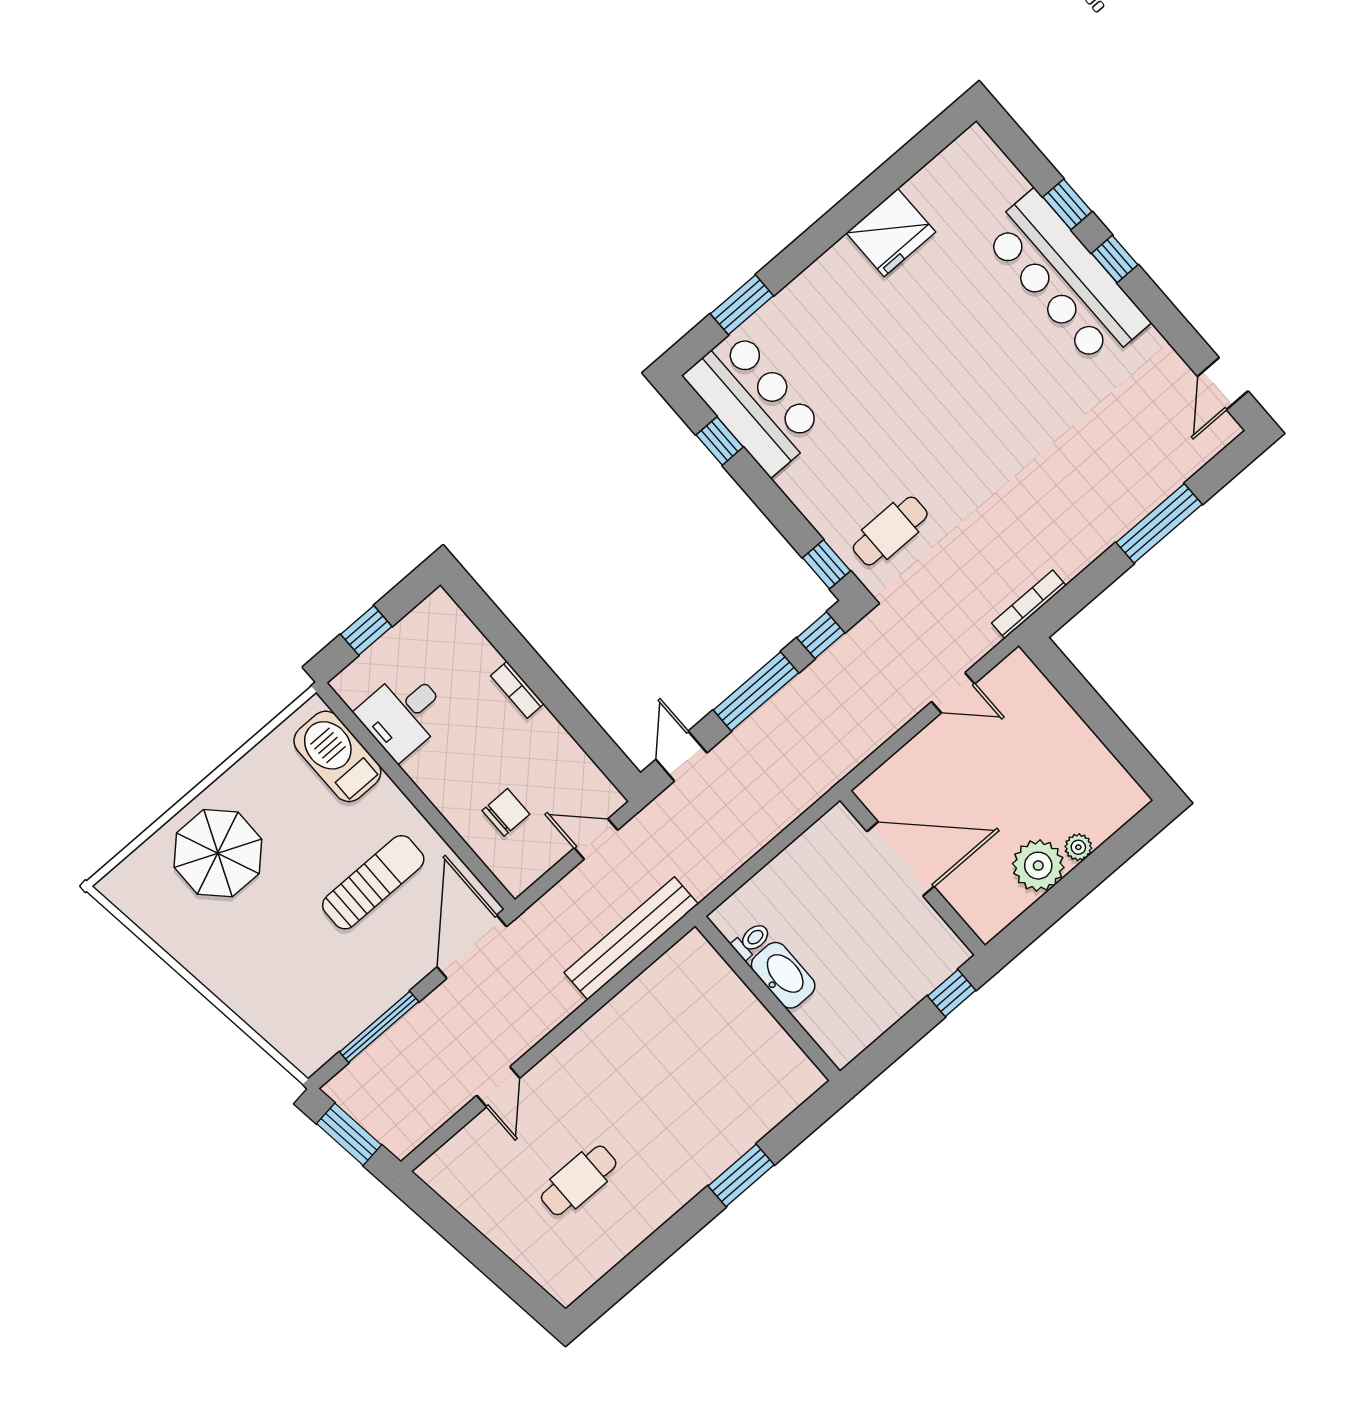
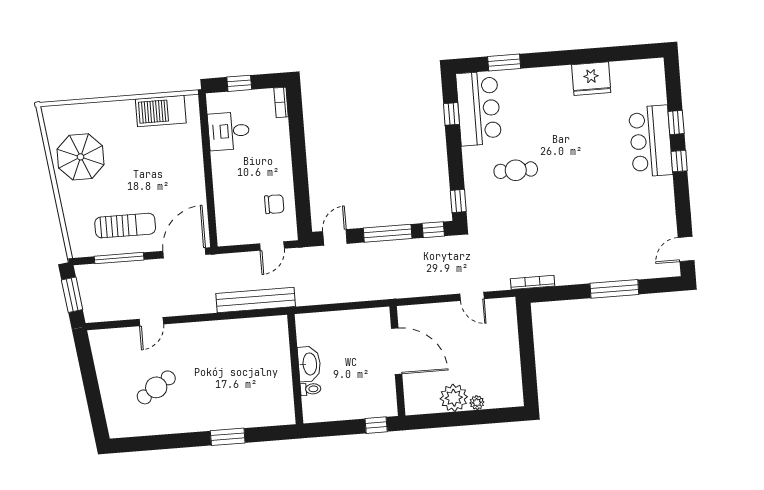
bar counter: (1065, 279) -> (651, 141), width x0.73
cafe table: (890, 531) -> (516, 170), moved
bookcase: (517, 690) -> (281, 102), moved
barbecue: (337, 756) -> (161, 111), moved, turned -90
chair: (506, 812) -> (274, 204), moved
door: (596, 839) -> (272, 246), swing flipped
parasol: (218, 853) -> (81, 157), moved
sun lounger: (373, 882) -> (125, 226), moved
toilet: (751, 941) -> (311, 389), moved
cafe table: (579, 1180) -> (156, 387), turned -34

